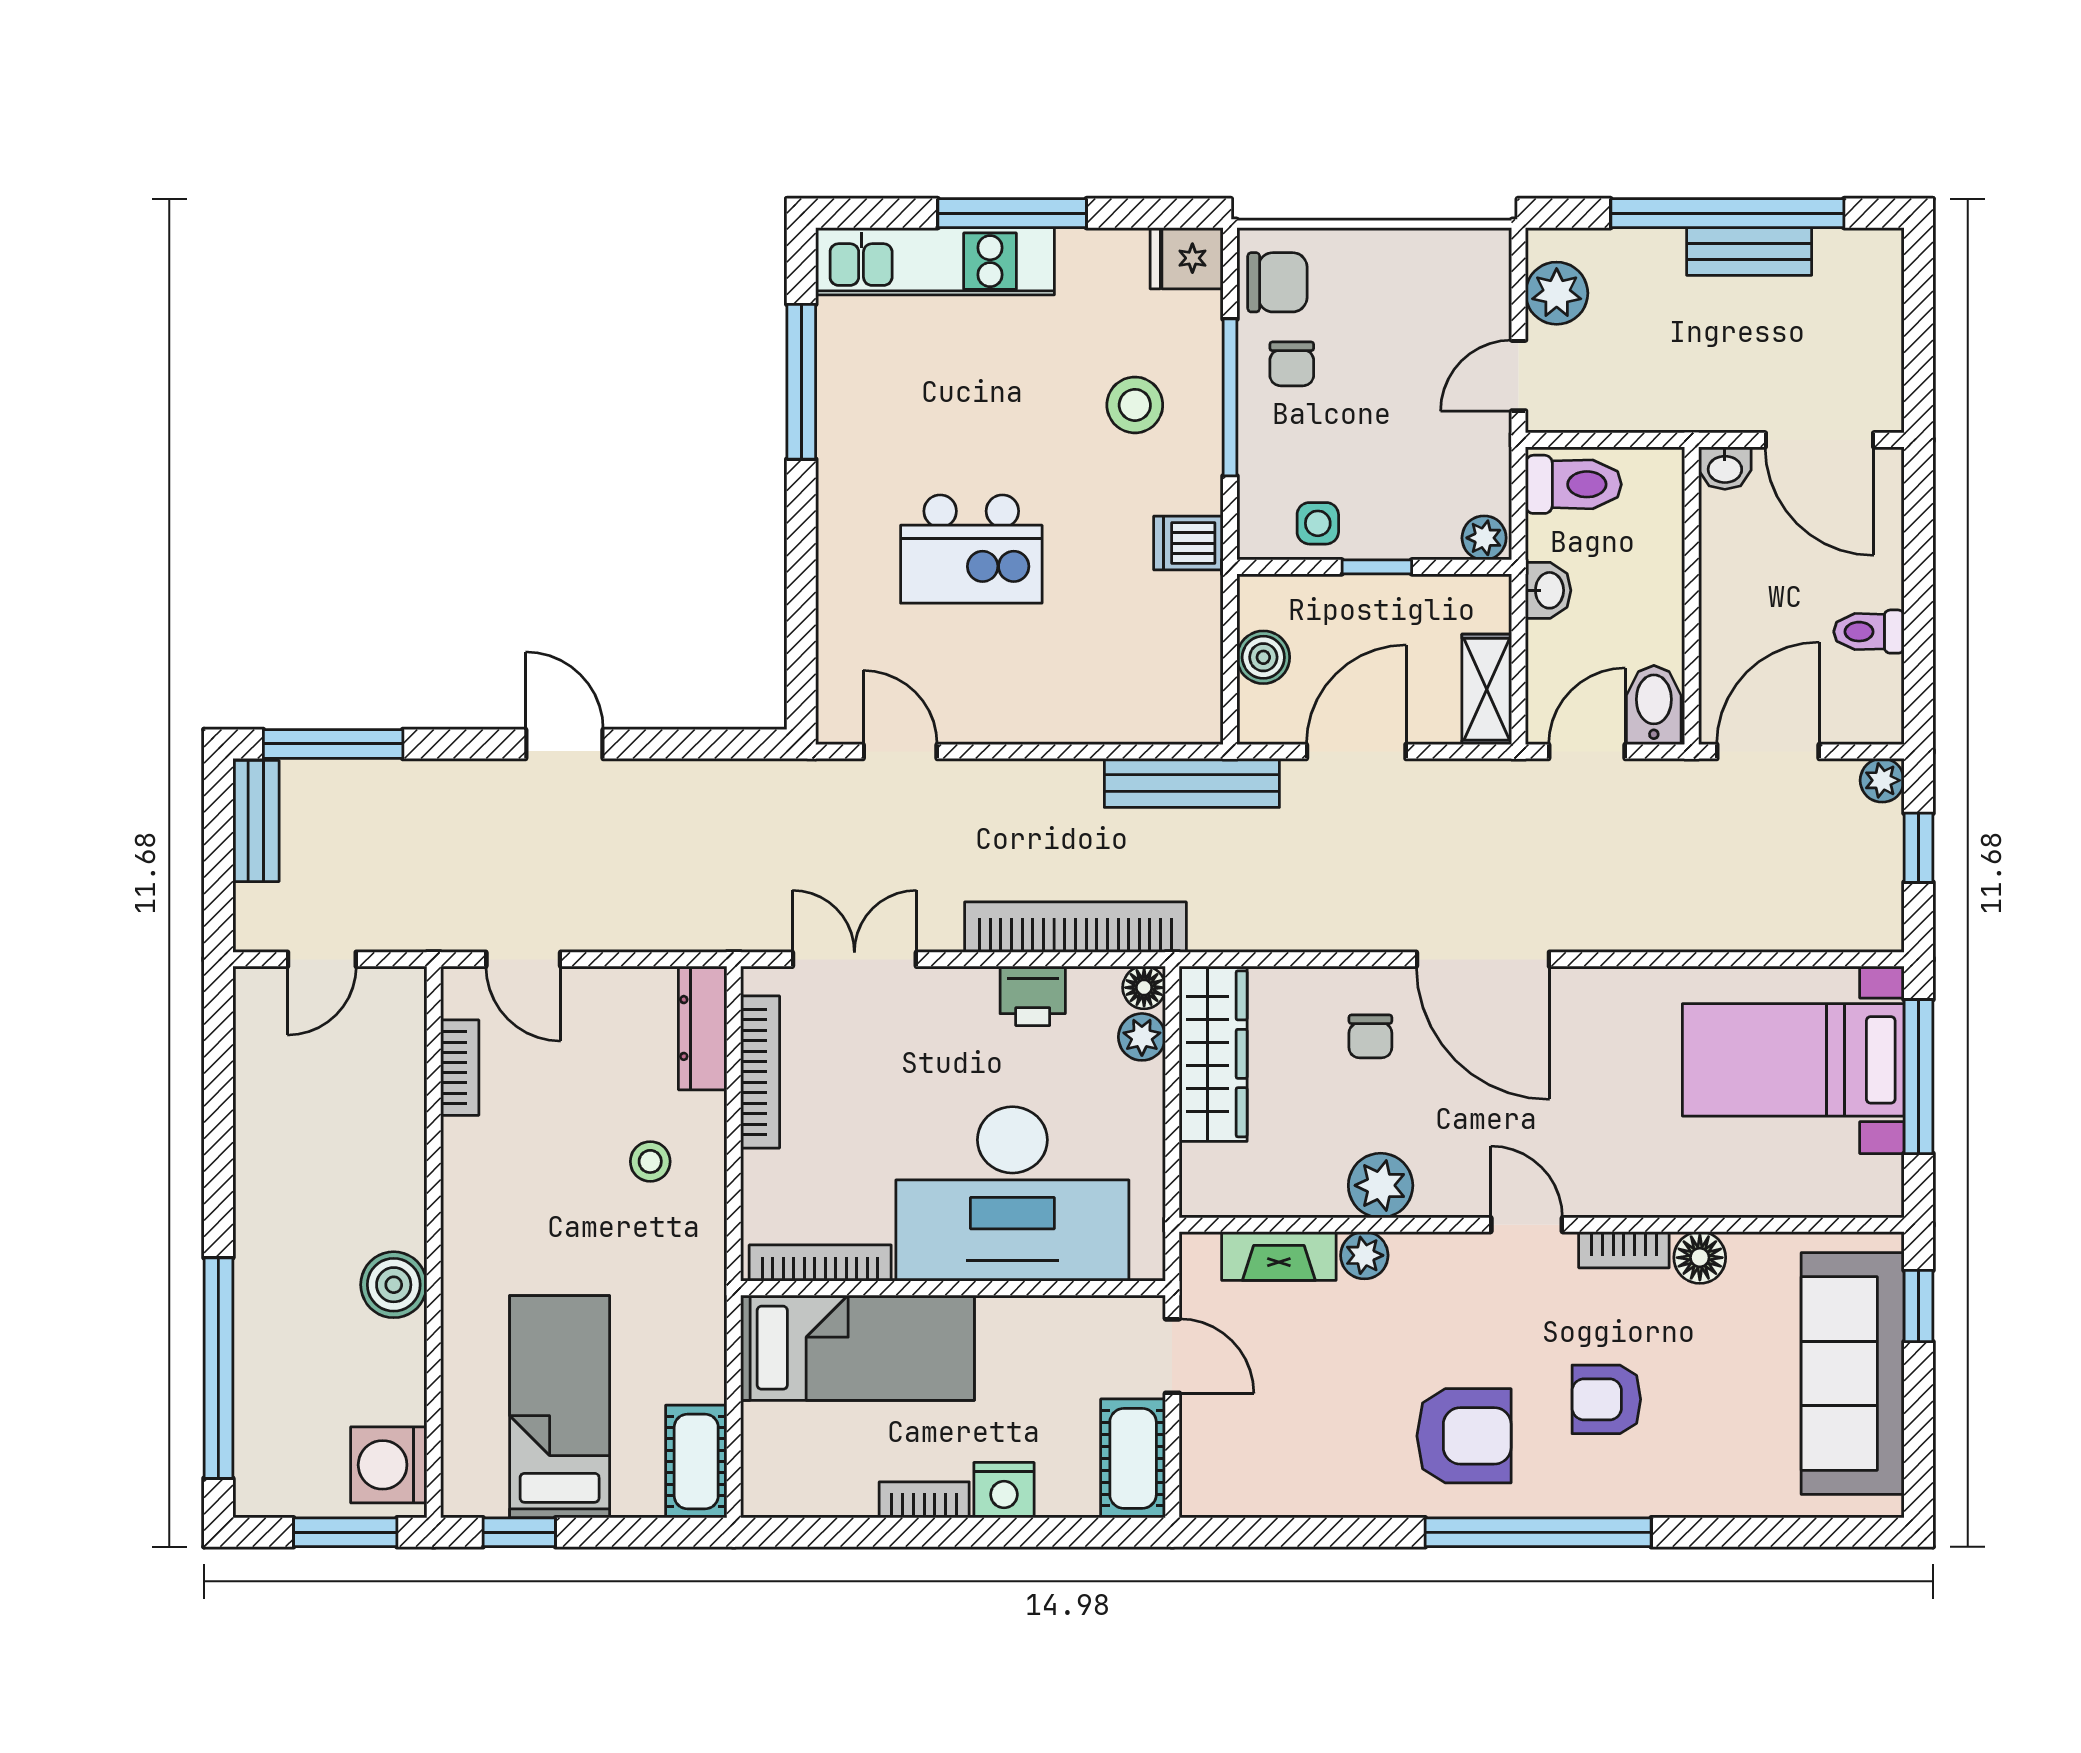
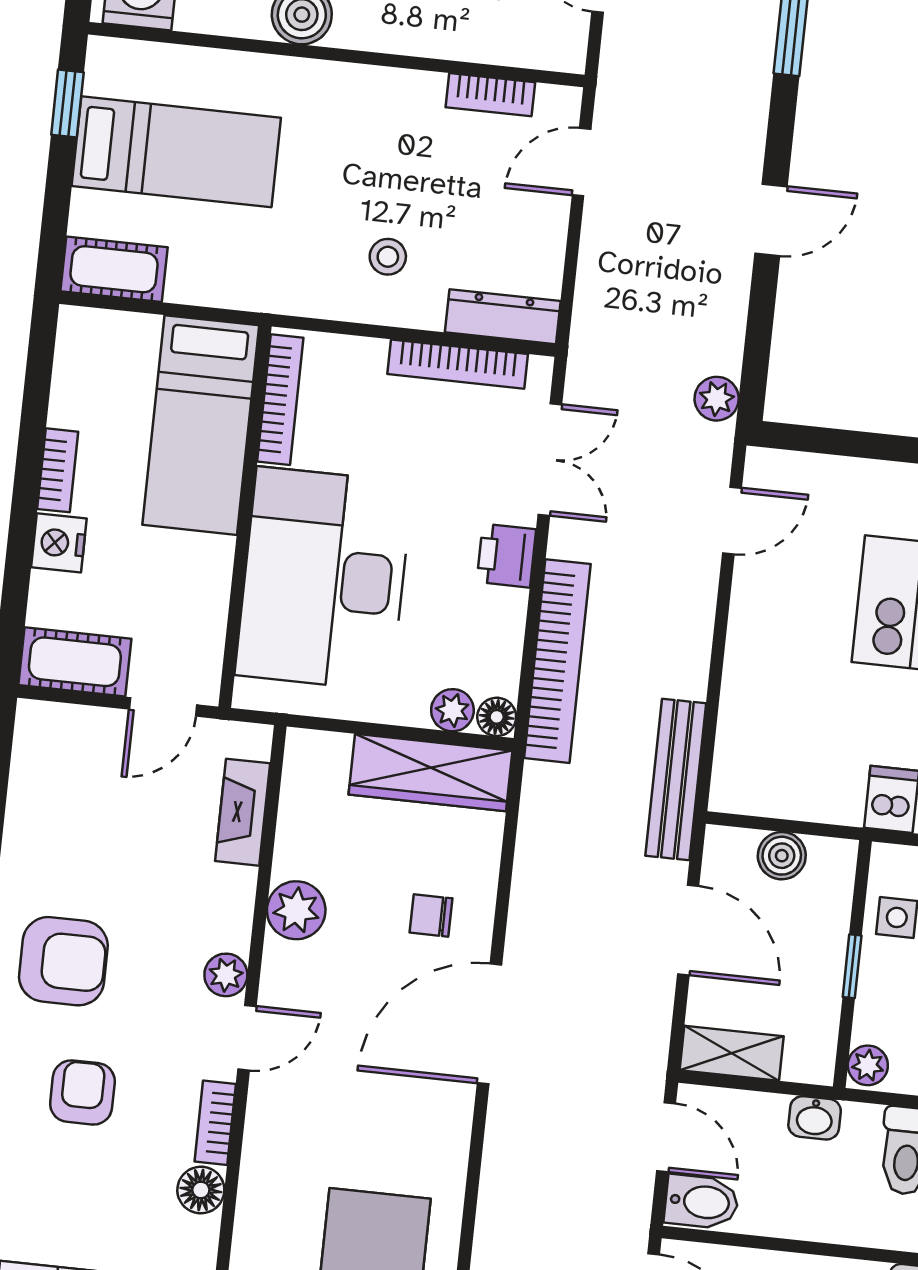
plant: (768, 783) -> (717, 399), added
printer: (1033, 996) -> (506, 556), moved
plant: (1364, 1255) -> (226, 975), moved
armchair: (1464, 1436) -> (63, 961), turned -90

